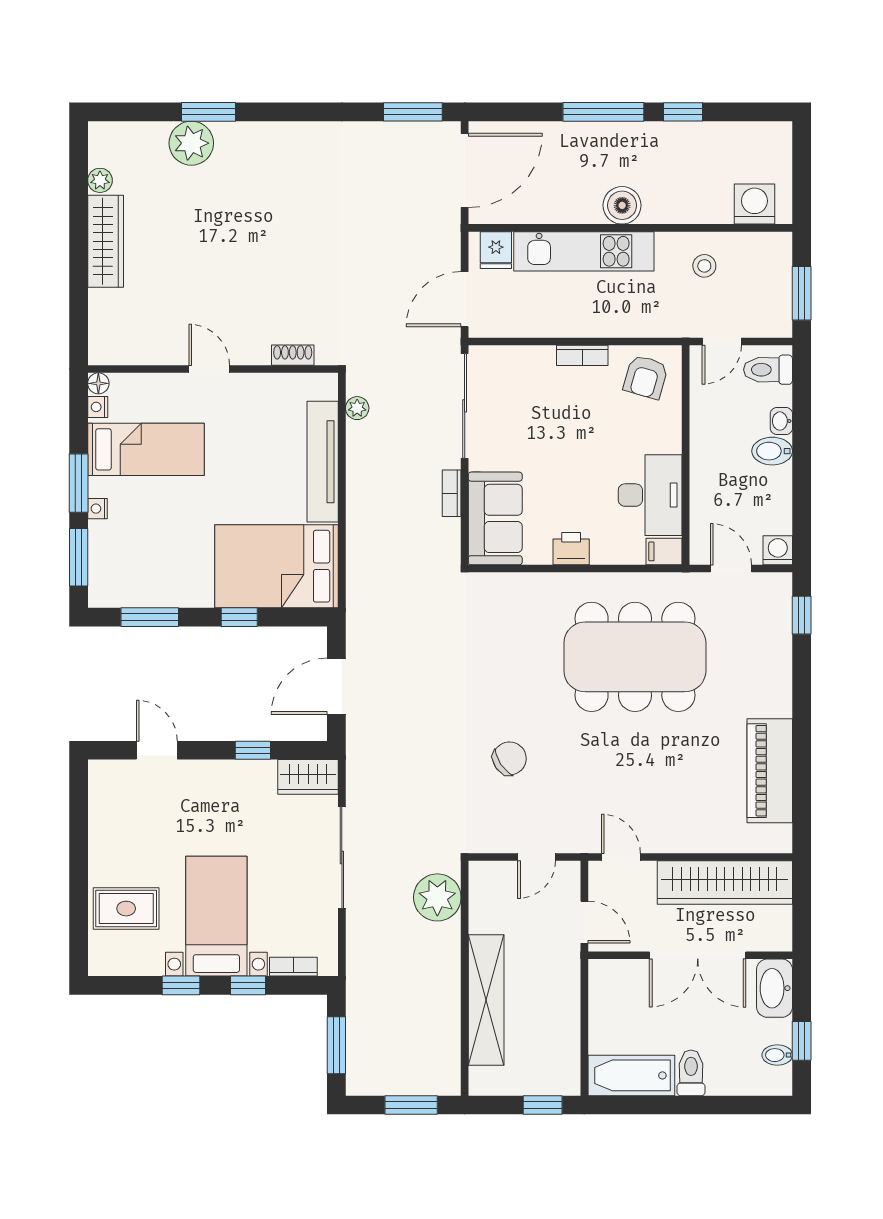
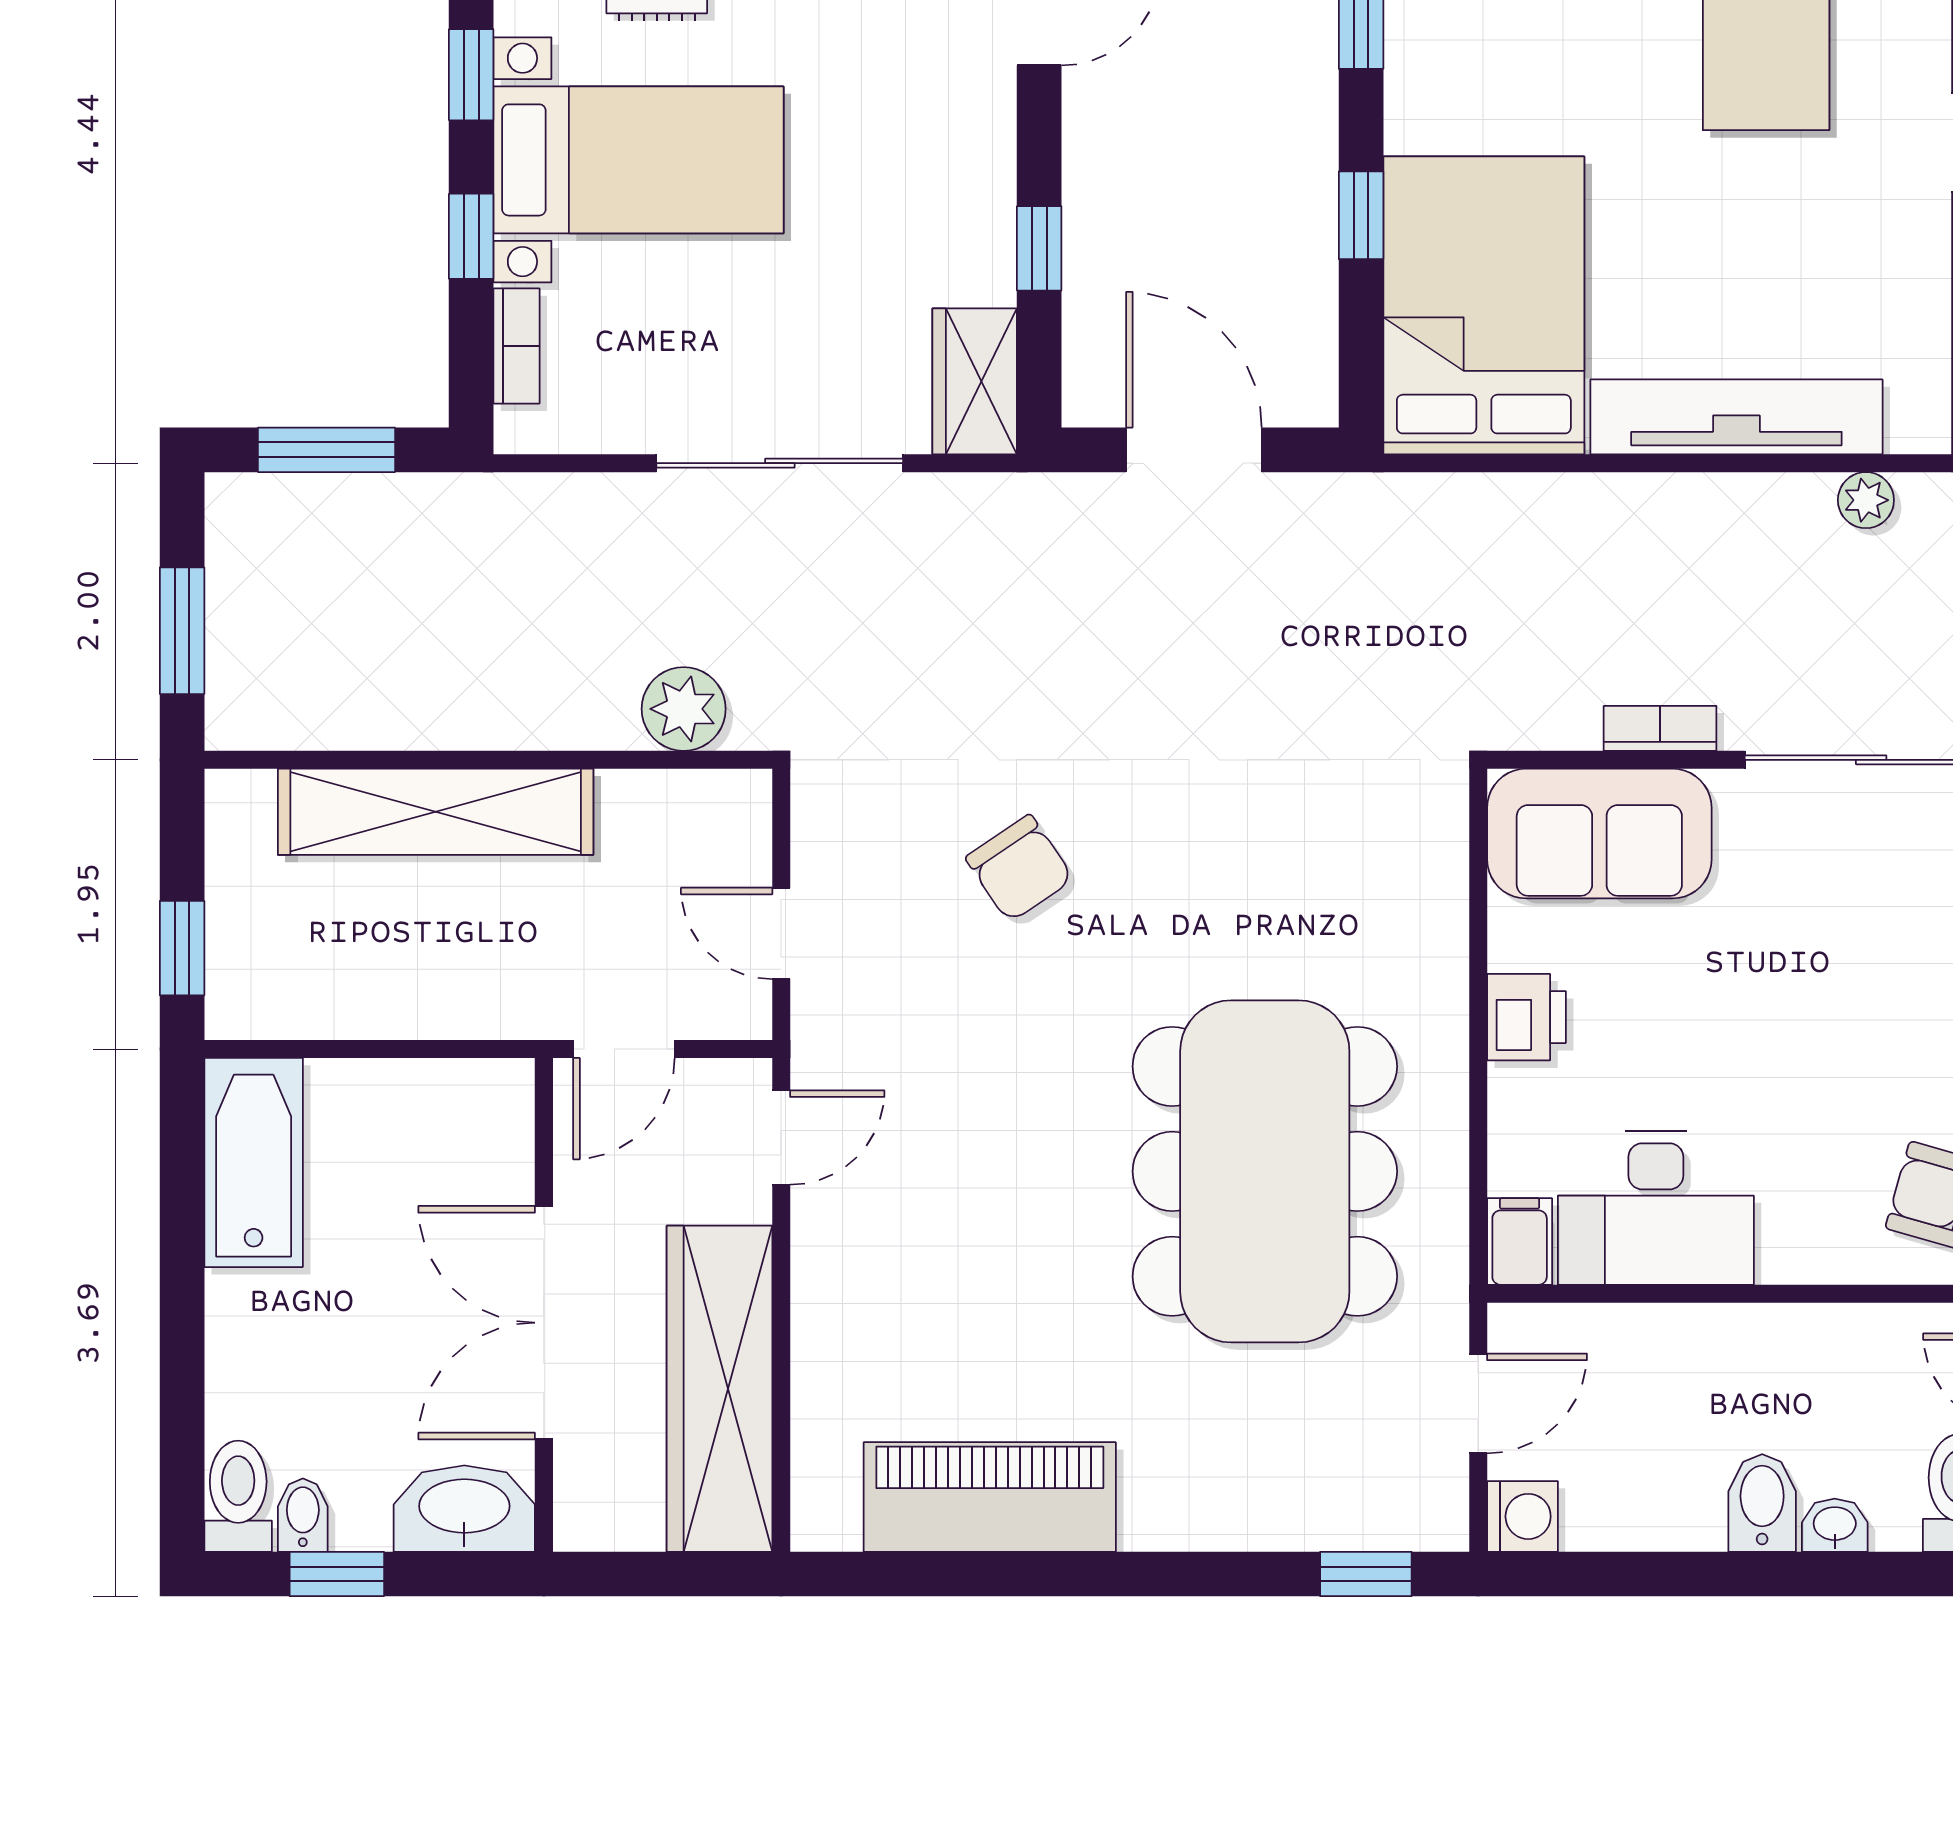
plant: (437, 897) -> (684, 709), width x0.73, depth x0.73
toilet: (691, 1073) -> (238, 1496), moved, turned -90

